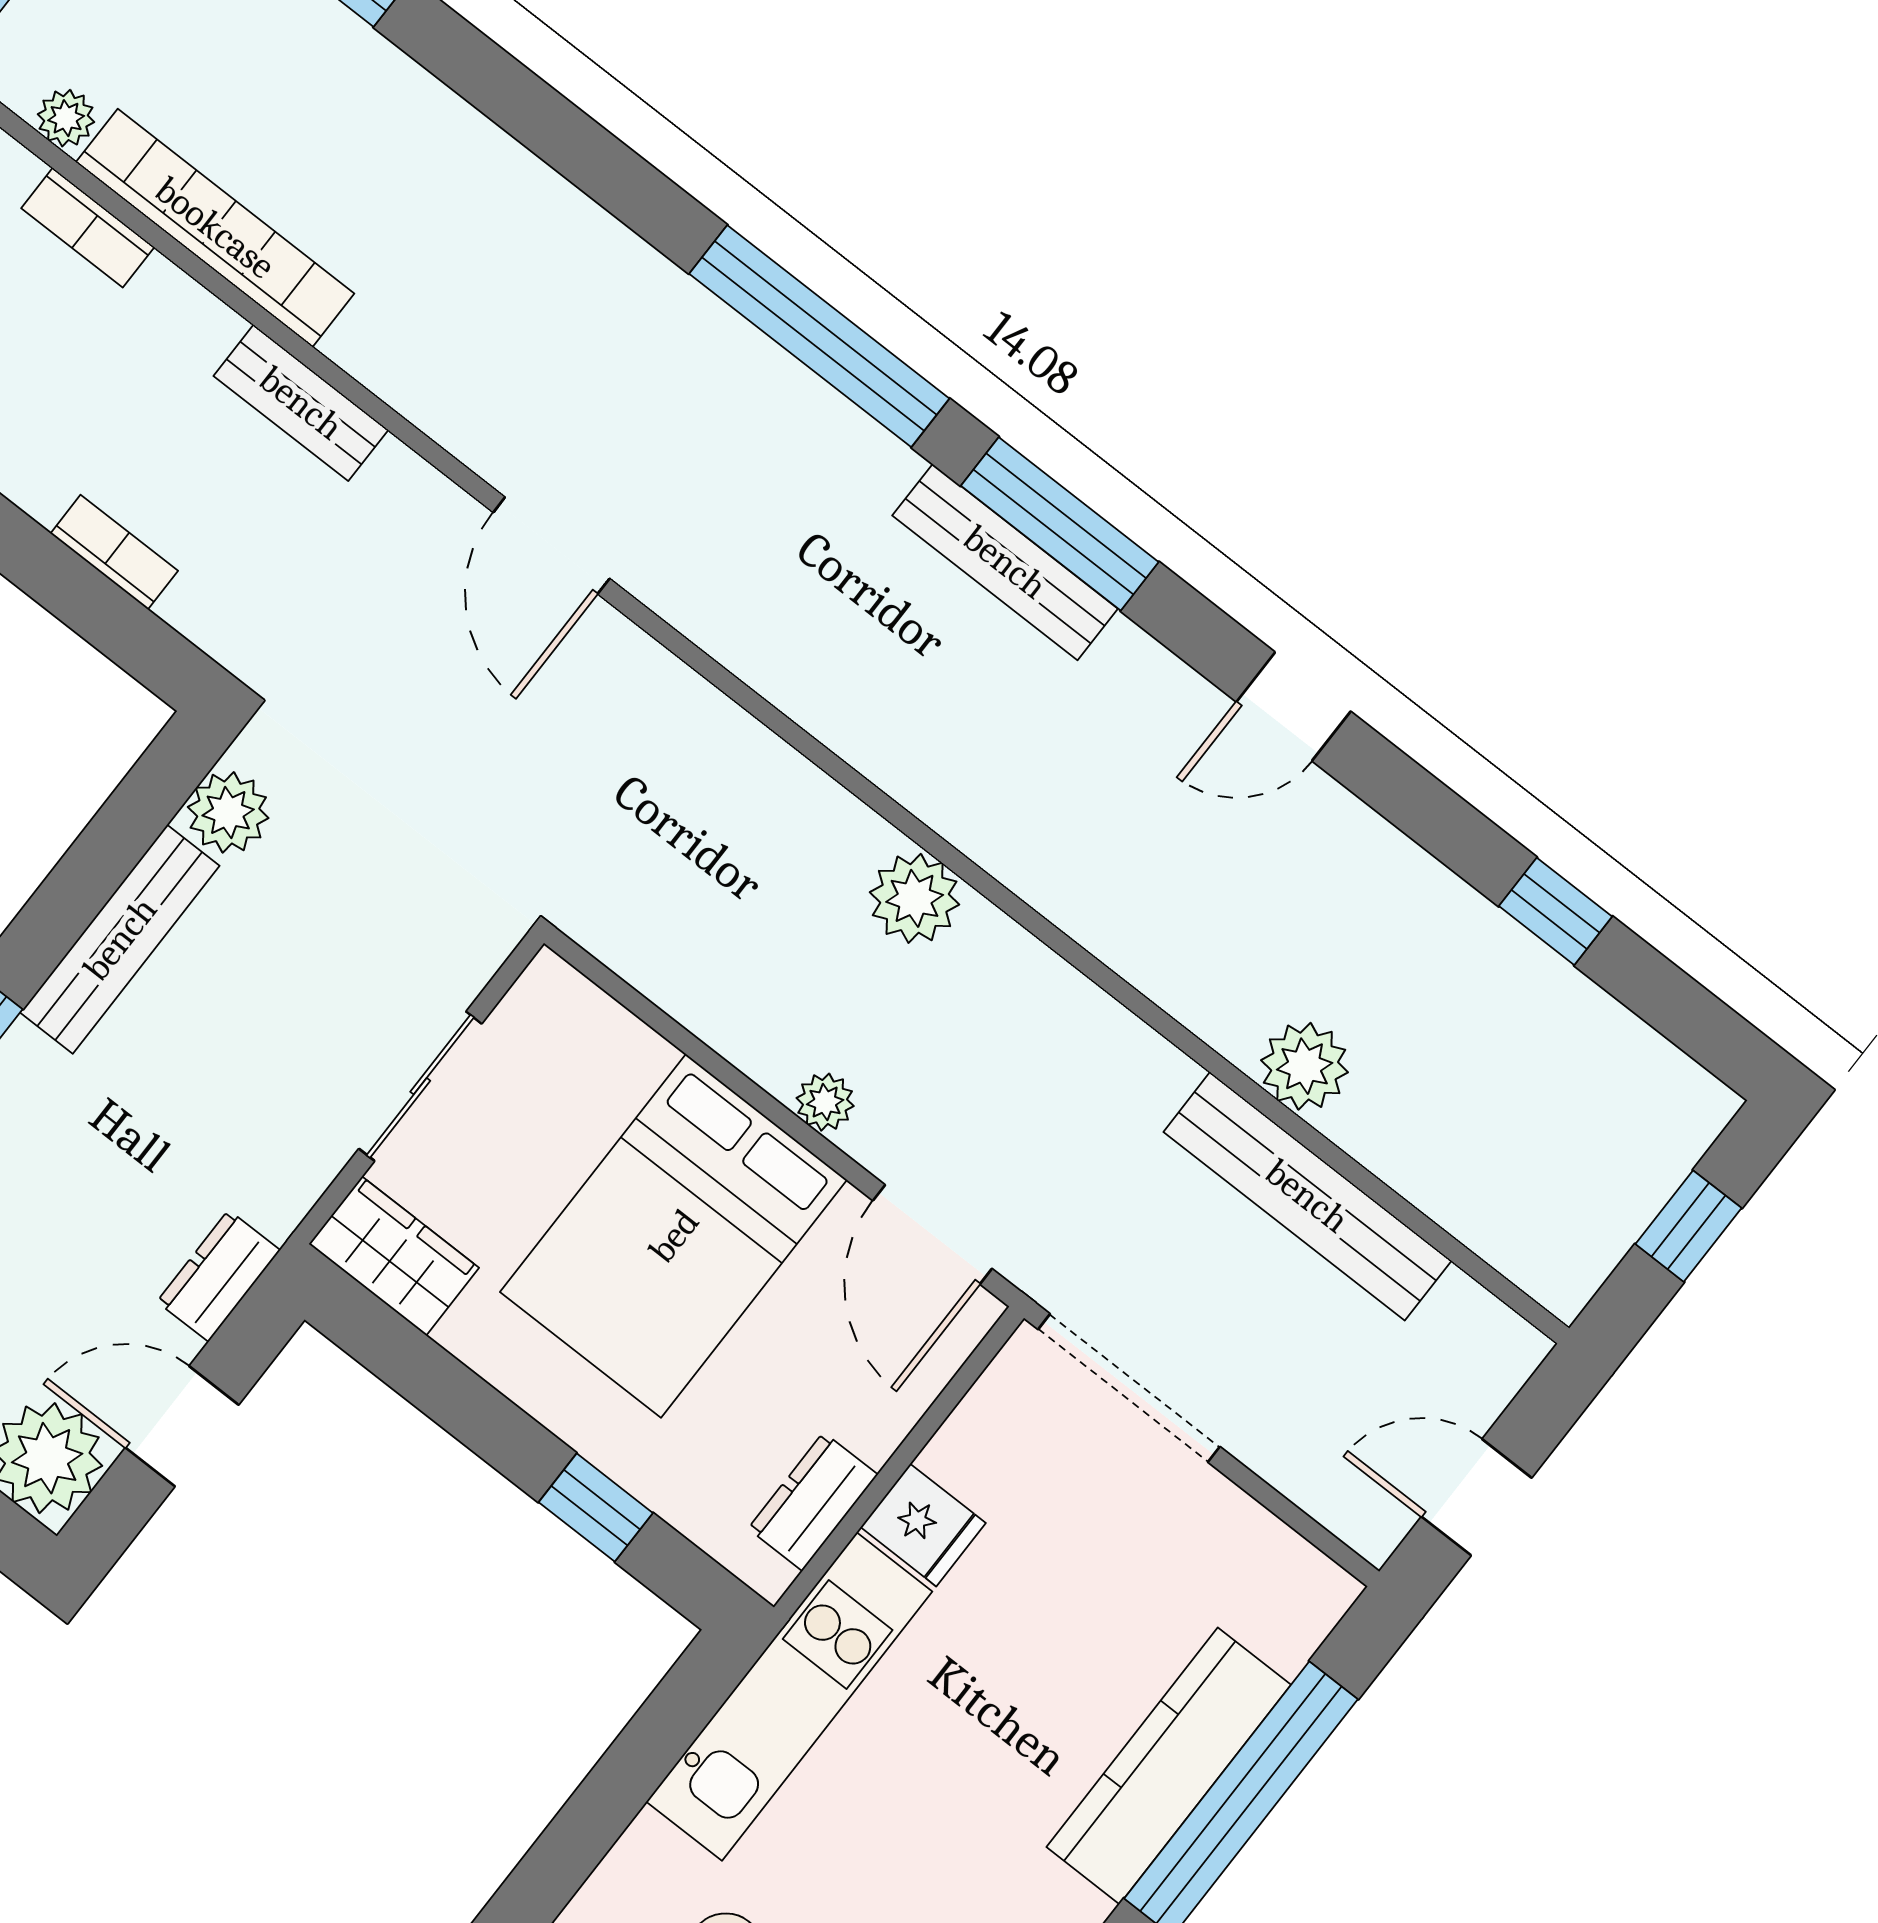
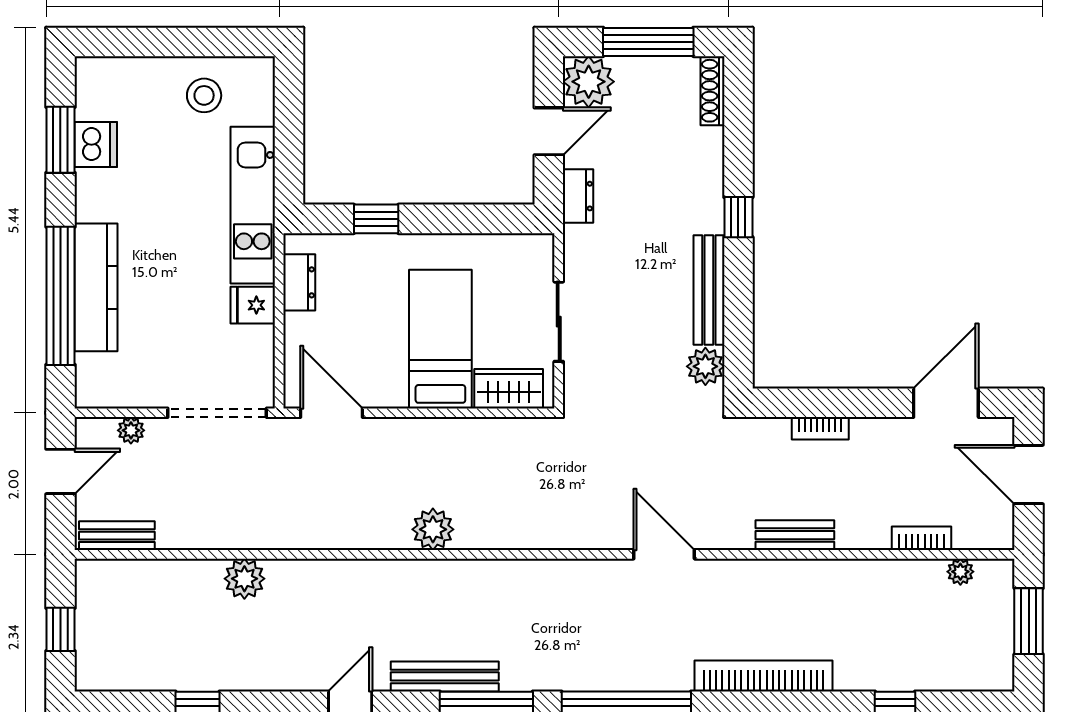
bookcase: (215, 228) -> (763, 676), moved, turned 180
bench: (1005, 562) -> (445, 676), moved
plant: (825, 1102) -> (131, 430), moved
bench: (1307, 1196) -> (117, 536), moved, width x0.54, depth x0.82
bed: (674, 1236) -> (440, 339), width x0.67
wardrobe: (394, 1256) -> (509, 389), moved, turned 180

